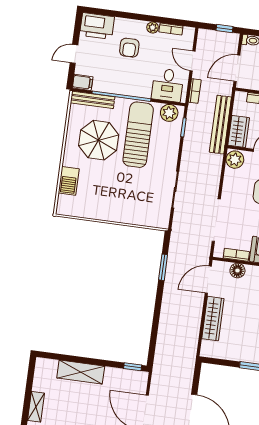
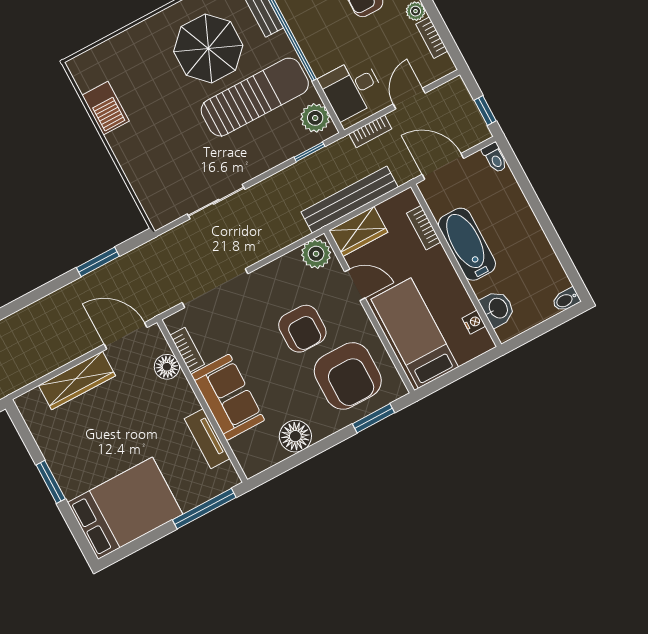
barbecue: (69, 181) -> (106, 108), moved, turned -90

